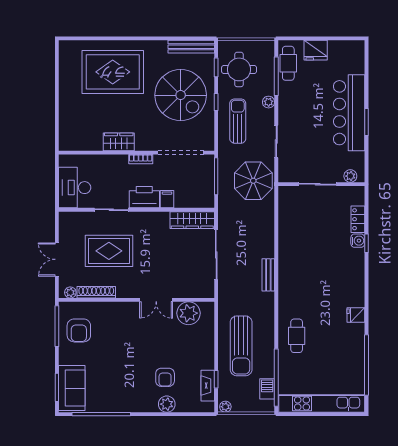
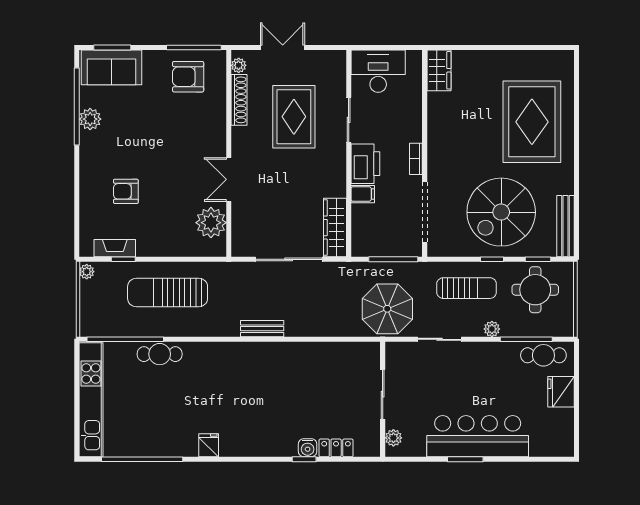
wardrobe: (119, 142) -> (439, 70), moved
cafe table: (297, 336) -> (160, 354), moved
barbecue: (267, 389) -> (110, 327), removed
plant: (167, 404) -> (90, 119), moved

